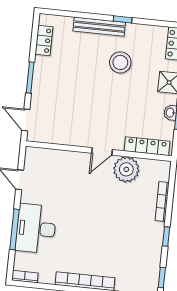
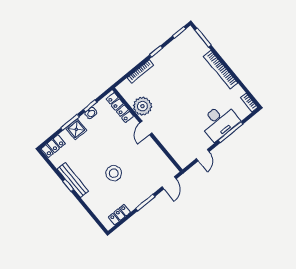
bench: (99, 27) -> (73, 180), moved
stool: (120, 62) -> (114, 173), moved
door: (102, 151) -> (146, 128), swing flipped

